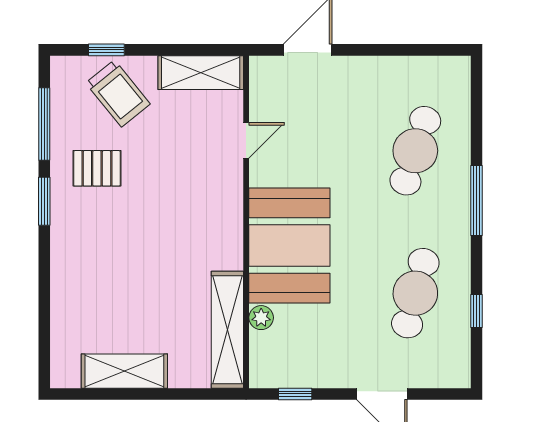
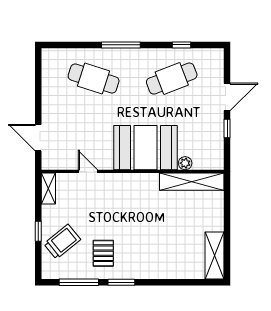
window: (106, 50) -> (38, 231), moved
shelving: (201, 73) -> (48, 189), width x0.67, depth x0.75
cafe table: (415, 293) -> (172, 79), turned -36
shelving: (124, 371) -> (214, 255), moved
window: (295, 394) -> (227, 129), moved

